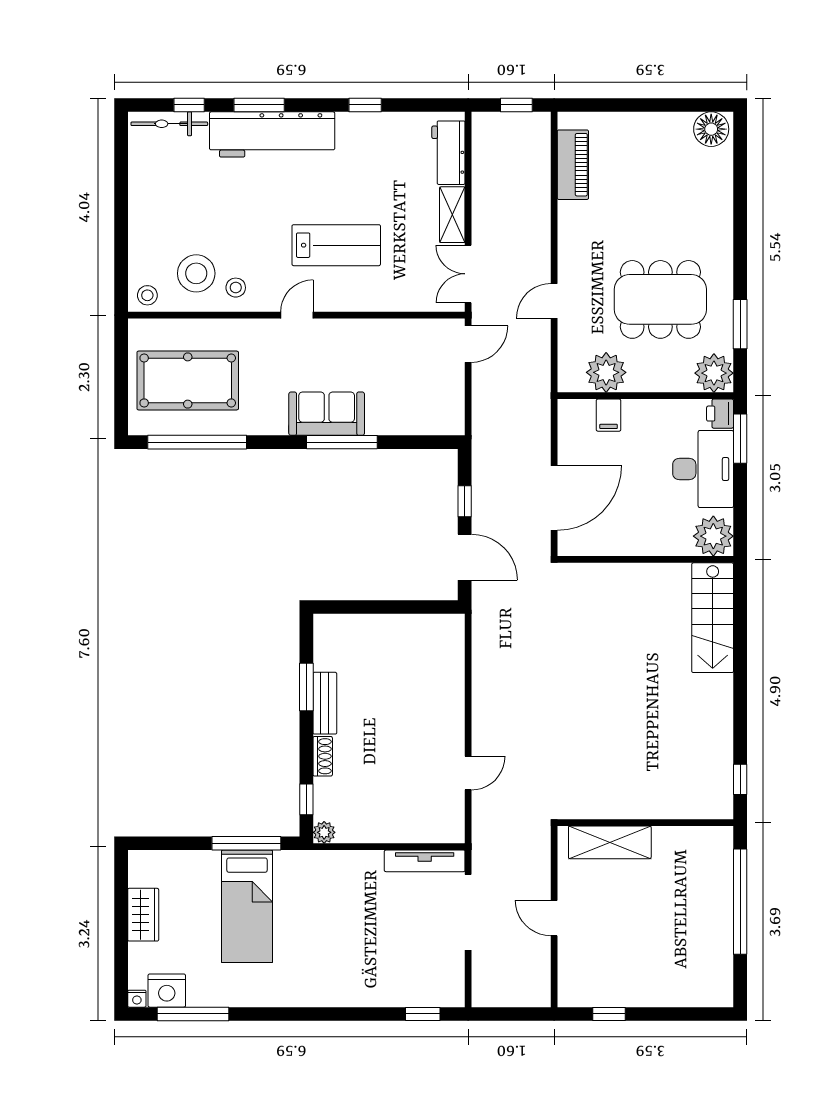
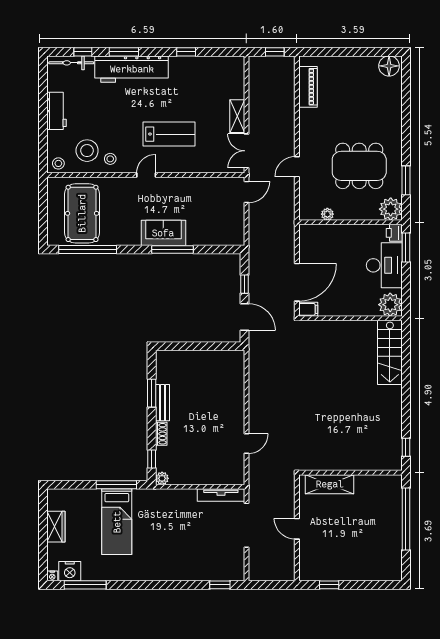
workbench: (448, 153) -> (57, 111), moved, turned 180
plant: (606, 372) -> (327, 214), width x0.53, depth x0.53
pool table: (188, 380) -> (82, 213), turned 90
filing cabinet: (609, 415) -> (308, 309), moved, turned -90

